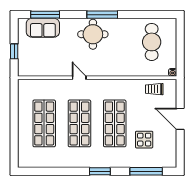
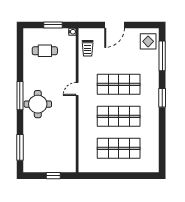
sofa: (43, 28) -> (32, 149), removed
cafe table: (152, 42) -> (45, 51), width x0.73, depth x0.74
window: (180, 51) -> (53, 25), added
door: (79, 78) -> (77, 89), moved
display table: (144, 140) -> (148, 41), moved

